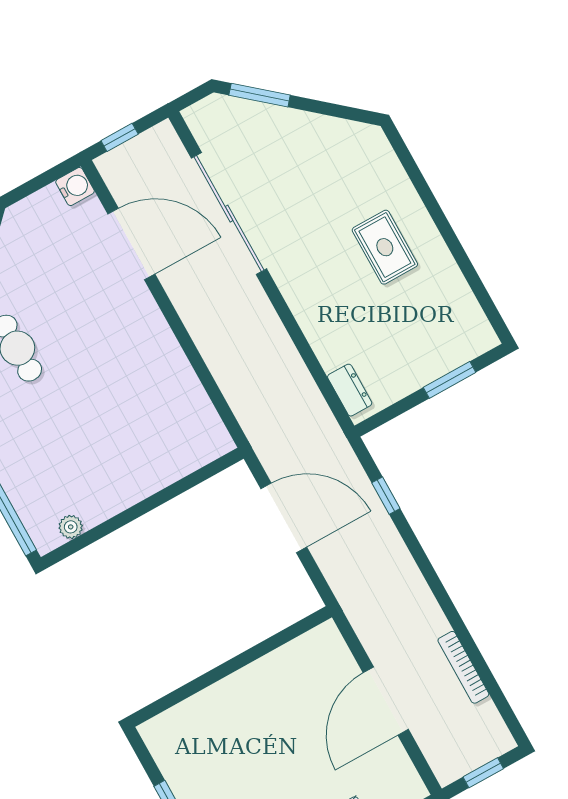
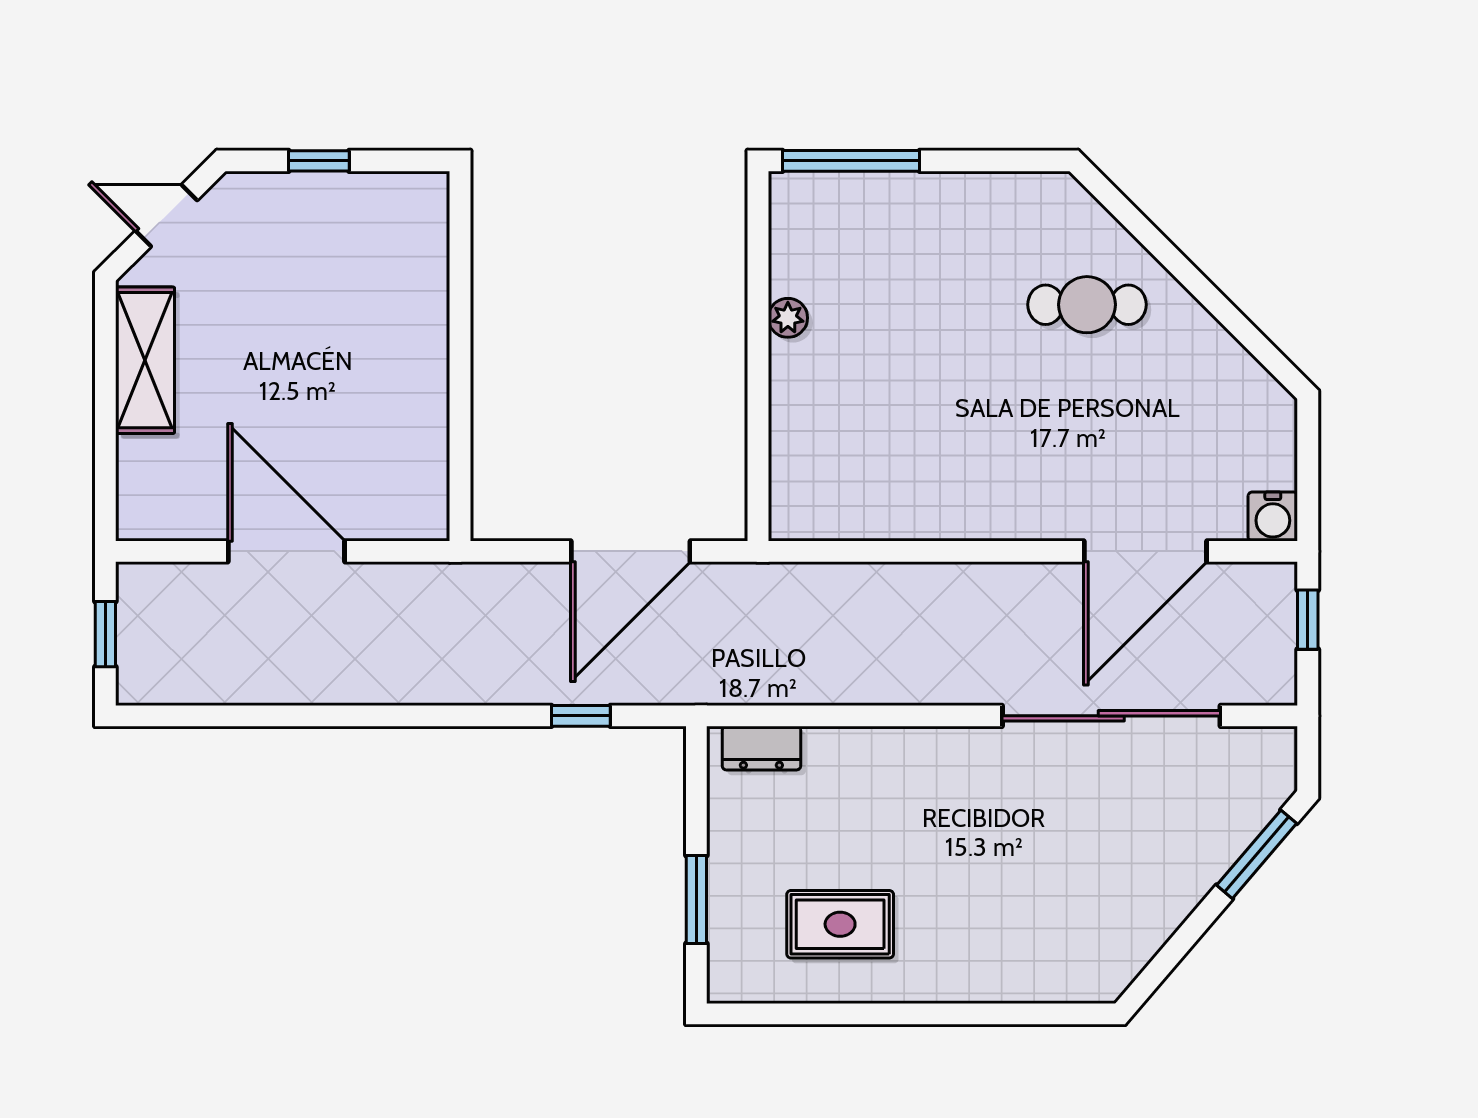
rug: (385, 247) -> (840, 924), moved
plant: (71, 527) -> (788, 318), moved
bookcase: (463, 667) -> (273, 690), removed

